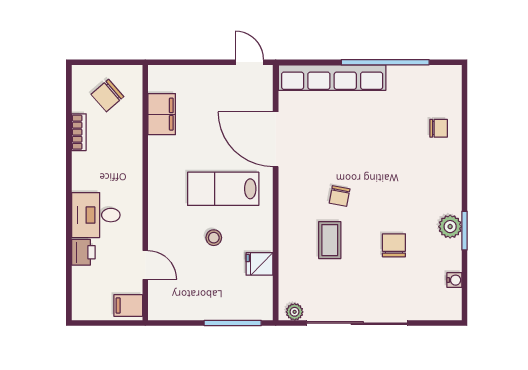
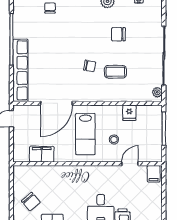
filing cabinet: (162, 114) -> (42, 154), moved
wall: (145, 193) -> (88, 164), moved
door: (145, 265) -> (130, 164), moved
filing cabinet: (128, 306) -> (154, 174), moved

